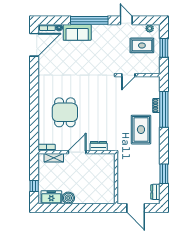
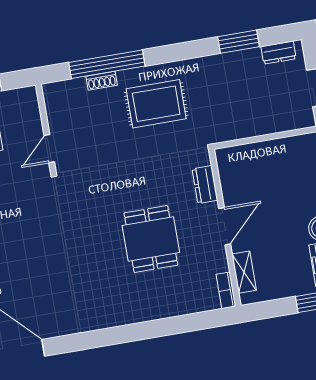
door: (128, 75) -> (49, 149), swing flipped
dining table: (65, 112) -> (151, 239), moved, turned 90
door: (77, 152) -> (225, 226), swing flipped

